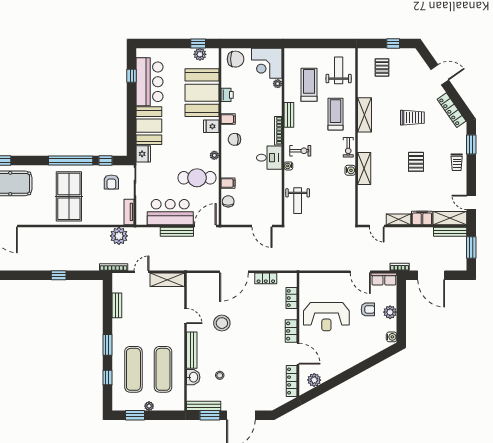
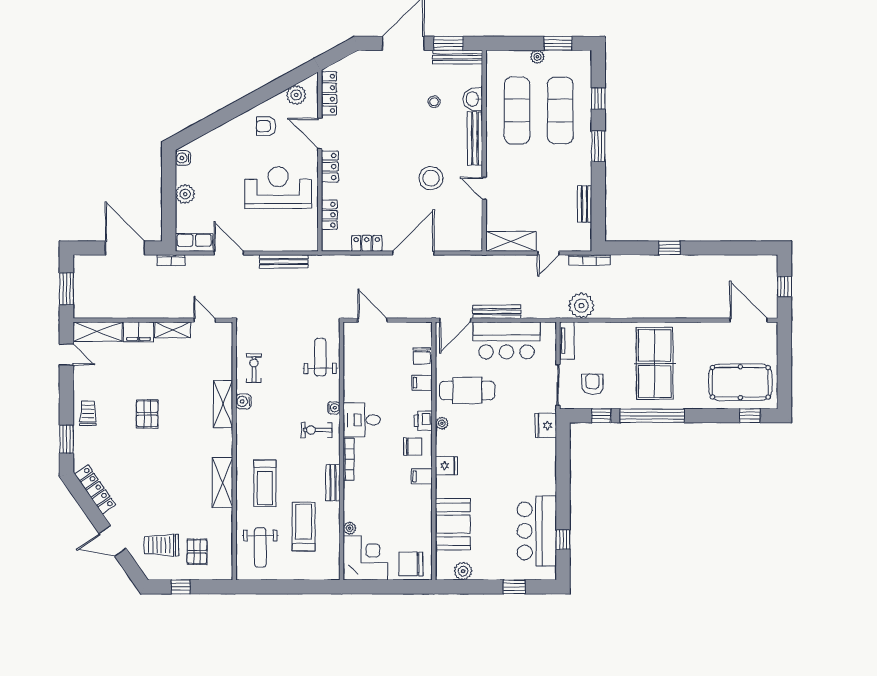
window: (198, 43) -> (514, 587), moved
treadmill: (309, 85) -> (304, 527), turned 180
booth: (202, 93) -> (453, 524), width x0.73, depth x0.70
printer: (227, 95) -> (423, 421), moved
trolley: (412, 118) -> (161, 545), moved
booth: (149, 126) -> (538, 467), removed
exercise bike: (348, 147) -> (254, 368), moved
bench: (450, 232) -> (284, 261), moved
armchair: (368, 309) -> (266, 126), moved

